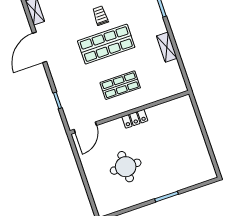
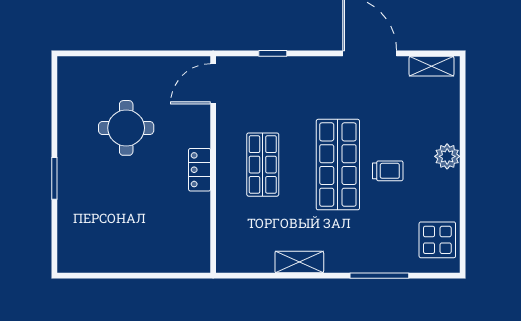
door: (85, 127) -> (213, 84), hinge flipped

